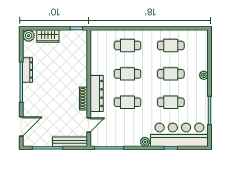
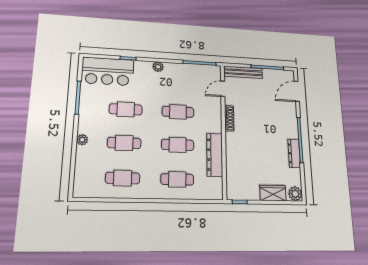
dresser: (97, 93) -> (215, 155), moved
bar counter: (179, 135) -> (108, 71), width x0.73

